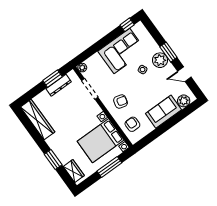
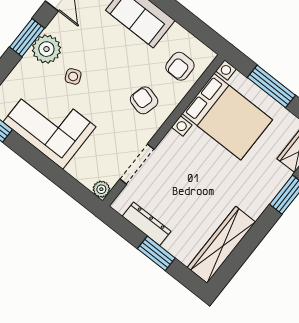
window: (52, 79) -> (156, 253), moved

